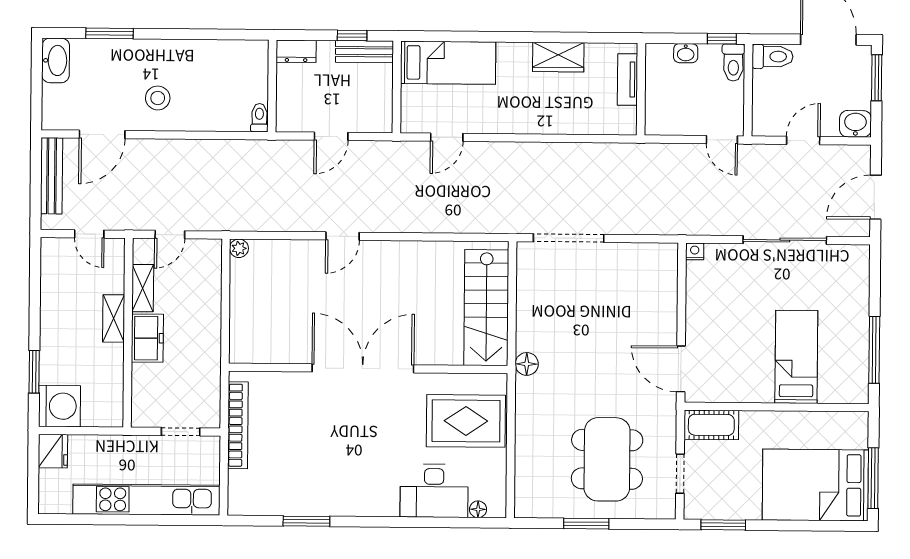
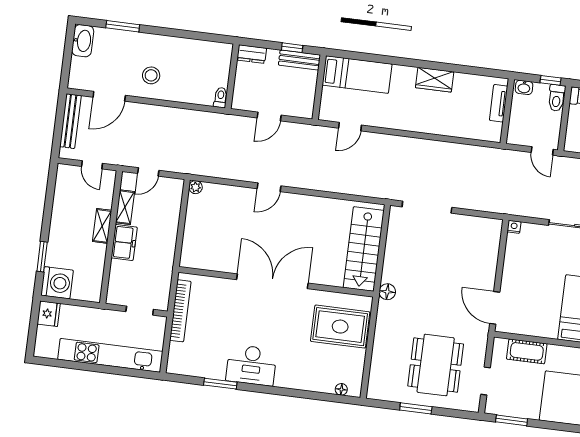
tv unit: (627, 79) -> (499, 103), moved
wall: (641, 89) -> (507, 111), moved
cot: (711, 425) -> (527, 351), moved
desk: (434, 491) -> (251, 365), moved

